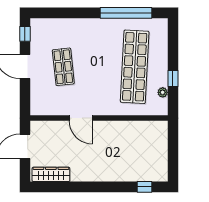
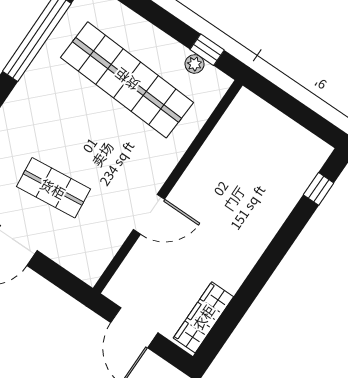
window: (173, 78) -> (207, 50), moved

